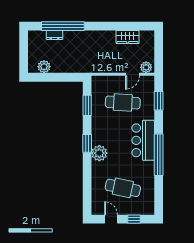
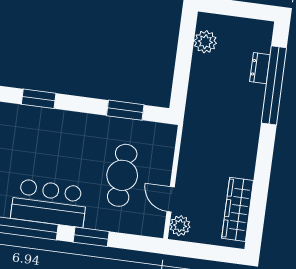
wardrobe: (127, 37) -> (238, 209), width x1.50
window: (159, 101) -> (91, 237), moved
window: (87, 143) -> (39, 99), moved
plant: (99, 153) -> (36, 121), removed

